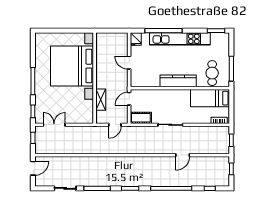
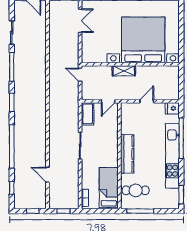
door: (129, 99) -> (108, 101), swing flipped
shelving: (101, 100) -> (124, 71), moved
door: (115, 125) -> (80, 75), moved
door: (183, 155) -> (47, 175), moved

